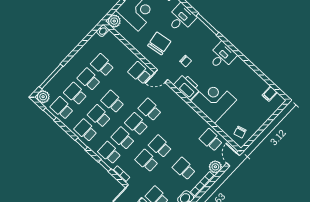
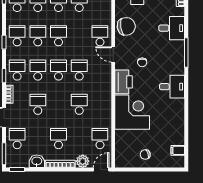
chair: (159, 43) -> (126, 26), moved
chair: (240, 132) -> (145, 154), moved
school desk: (160, 146) -> (79, 104), moved

